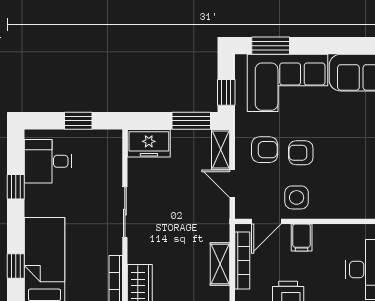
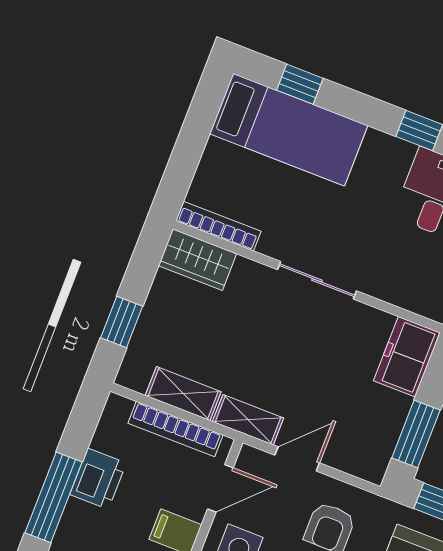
shelving: (221, 149) -> (248, 420), moved
door: (266, 221) -> (220, 488), swing flipped

